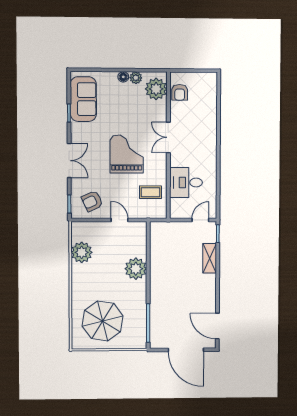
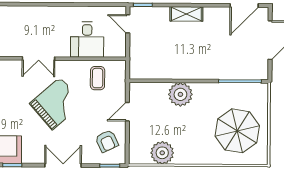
grand piano: (127, 154) -> (56, 104), turned 139
shelving: (210, 258) -> (186, 14), moved

